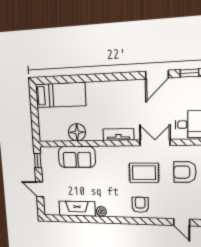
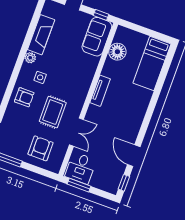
floor lamp: (77, 132) -> (117, 52), moved
tv unit: (118, 135) -> (100, 91), moved
sofa: (77, 157) -> (97, 37), moved
side table: (116, 196) -> (40, 77), added

